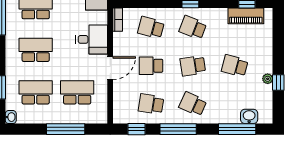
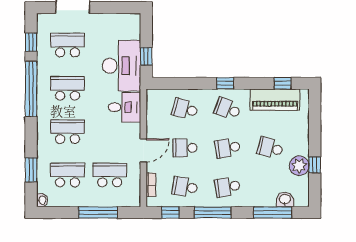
piano: (246, 16) -> (275, 100), width x1.37, depth x1.33
bookcase: (118, 20) -> (151, 185), moved
desk: (92, 39) -> (124, 107), moved
plant: (268, 79) -> (299, 166), width x1.88, depth x1.88
school desk: (193, 104) -> (228, 187), turned -33

